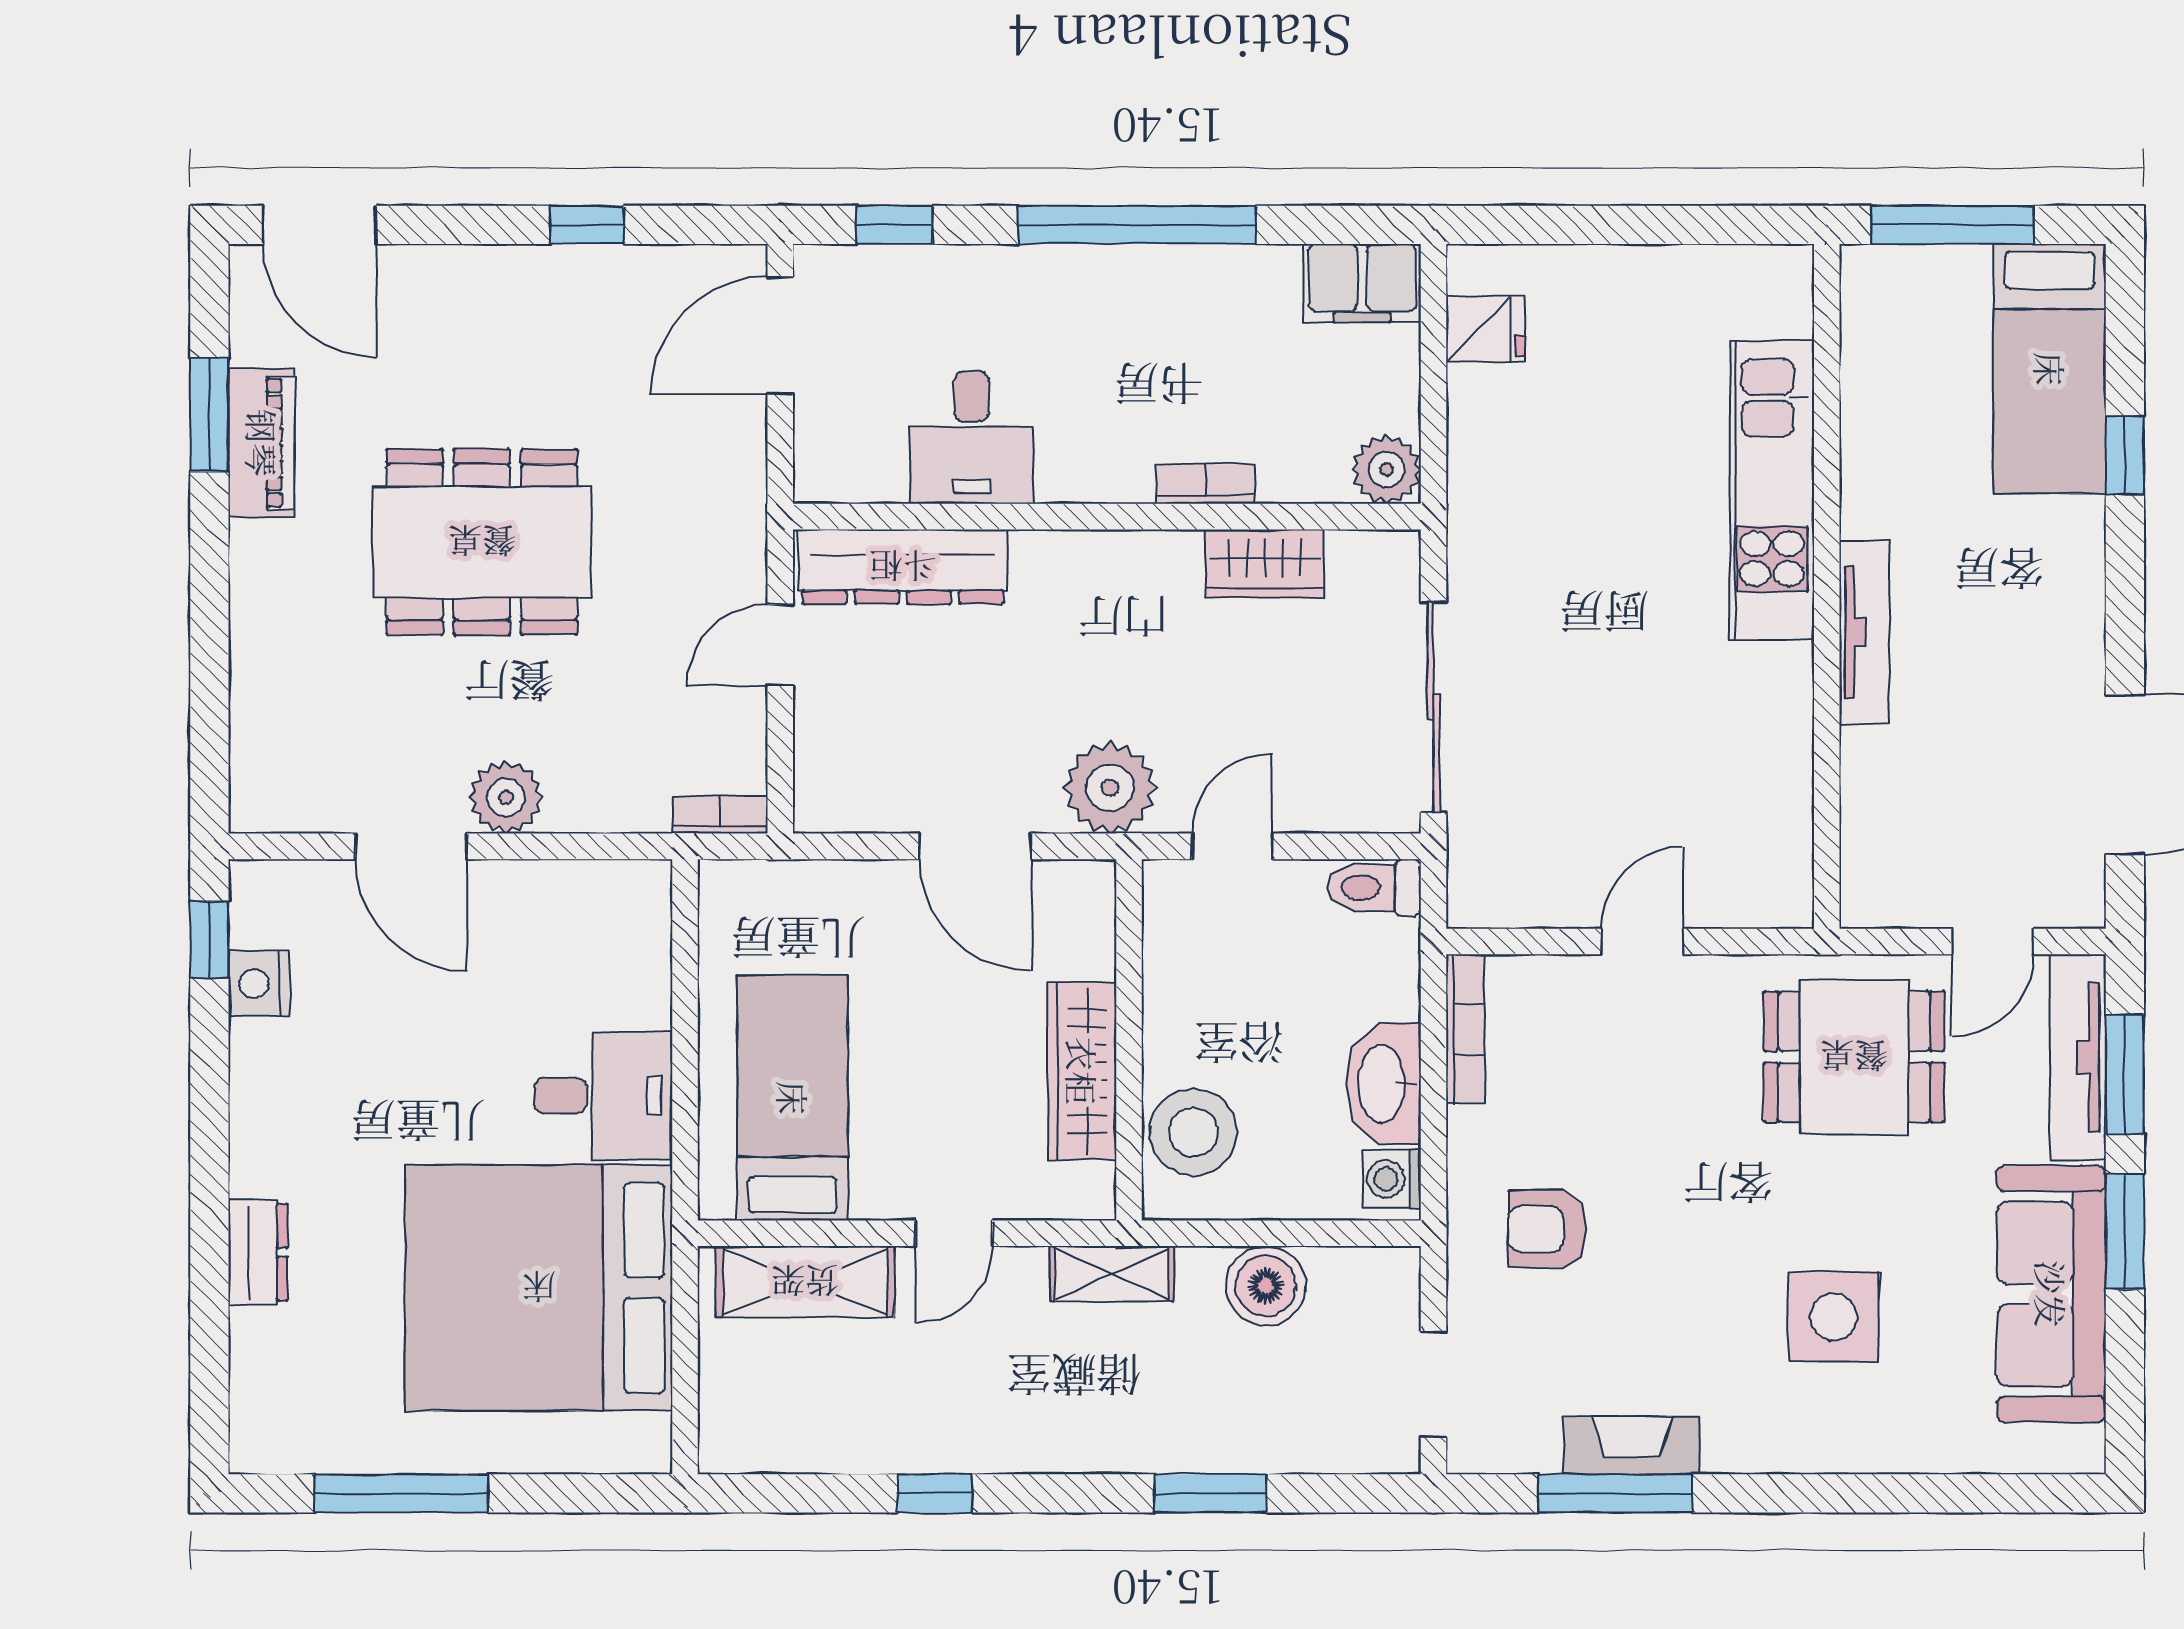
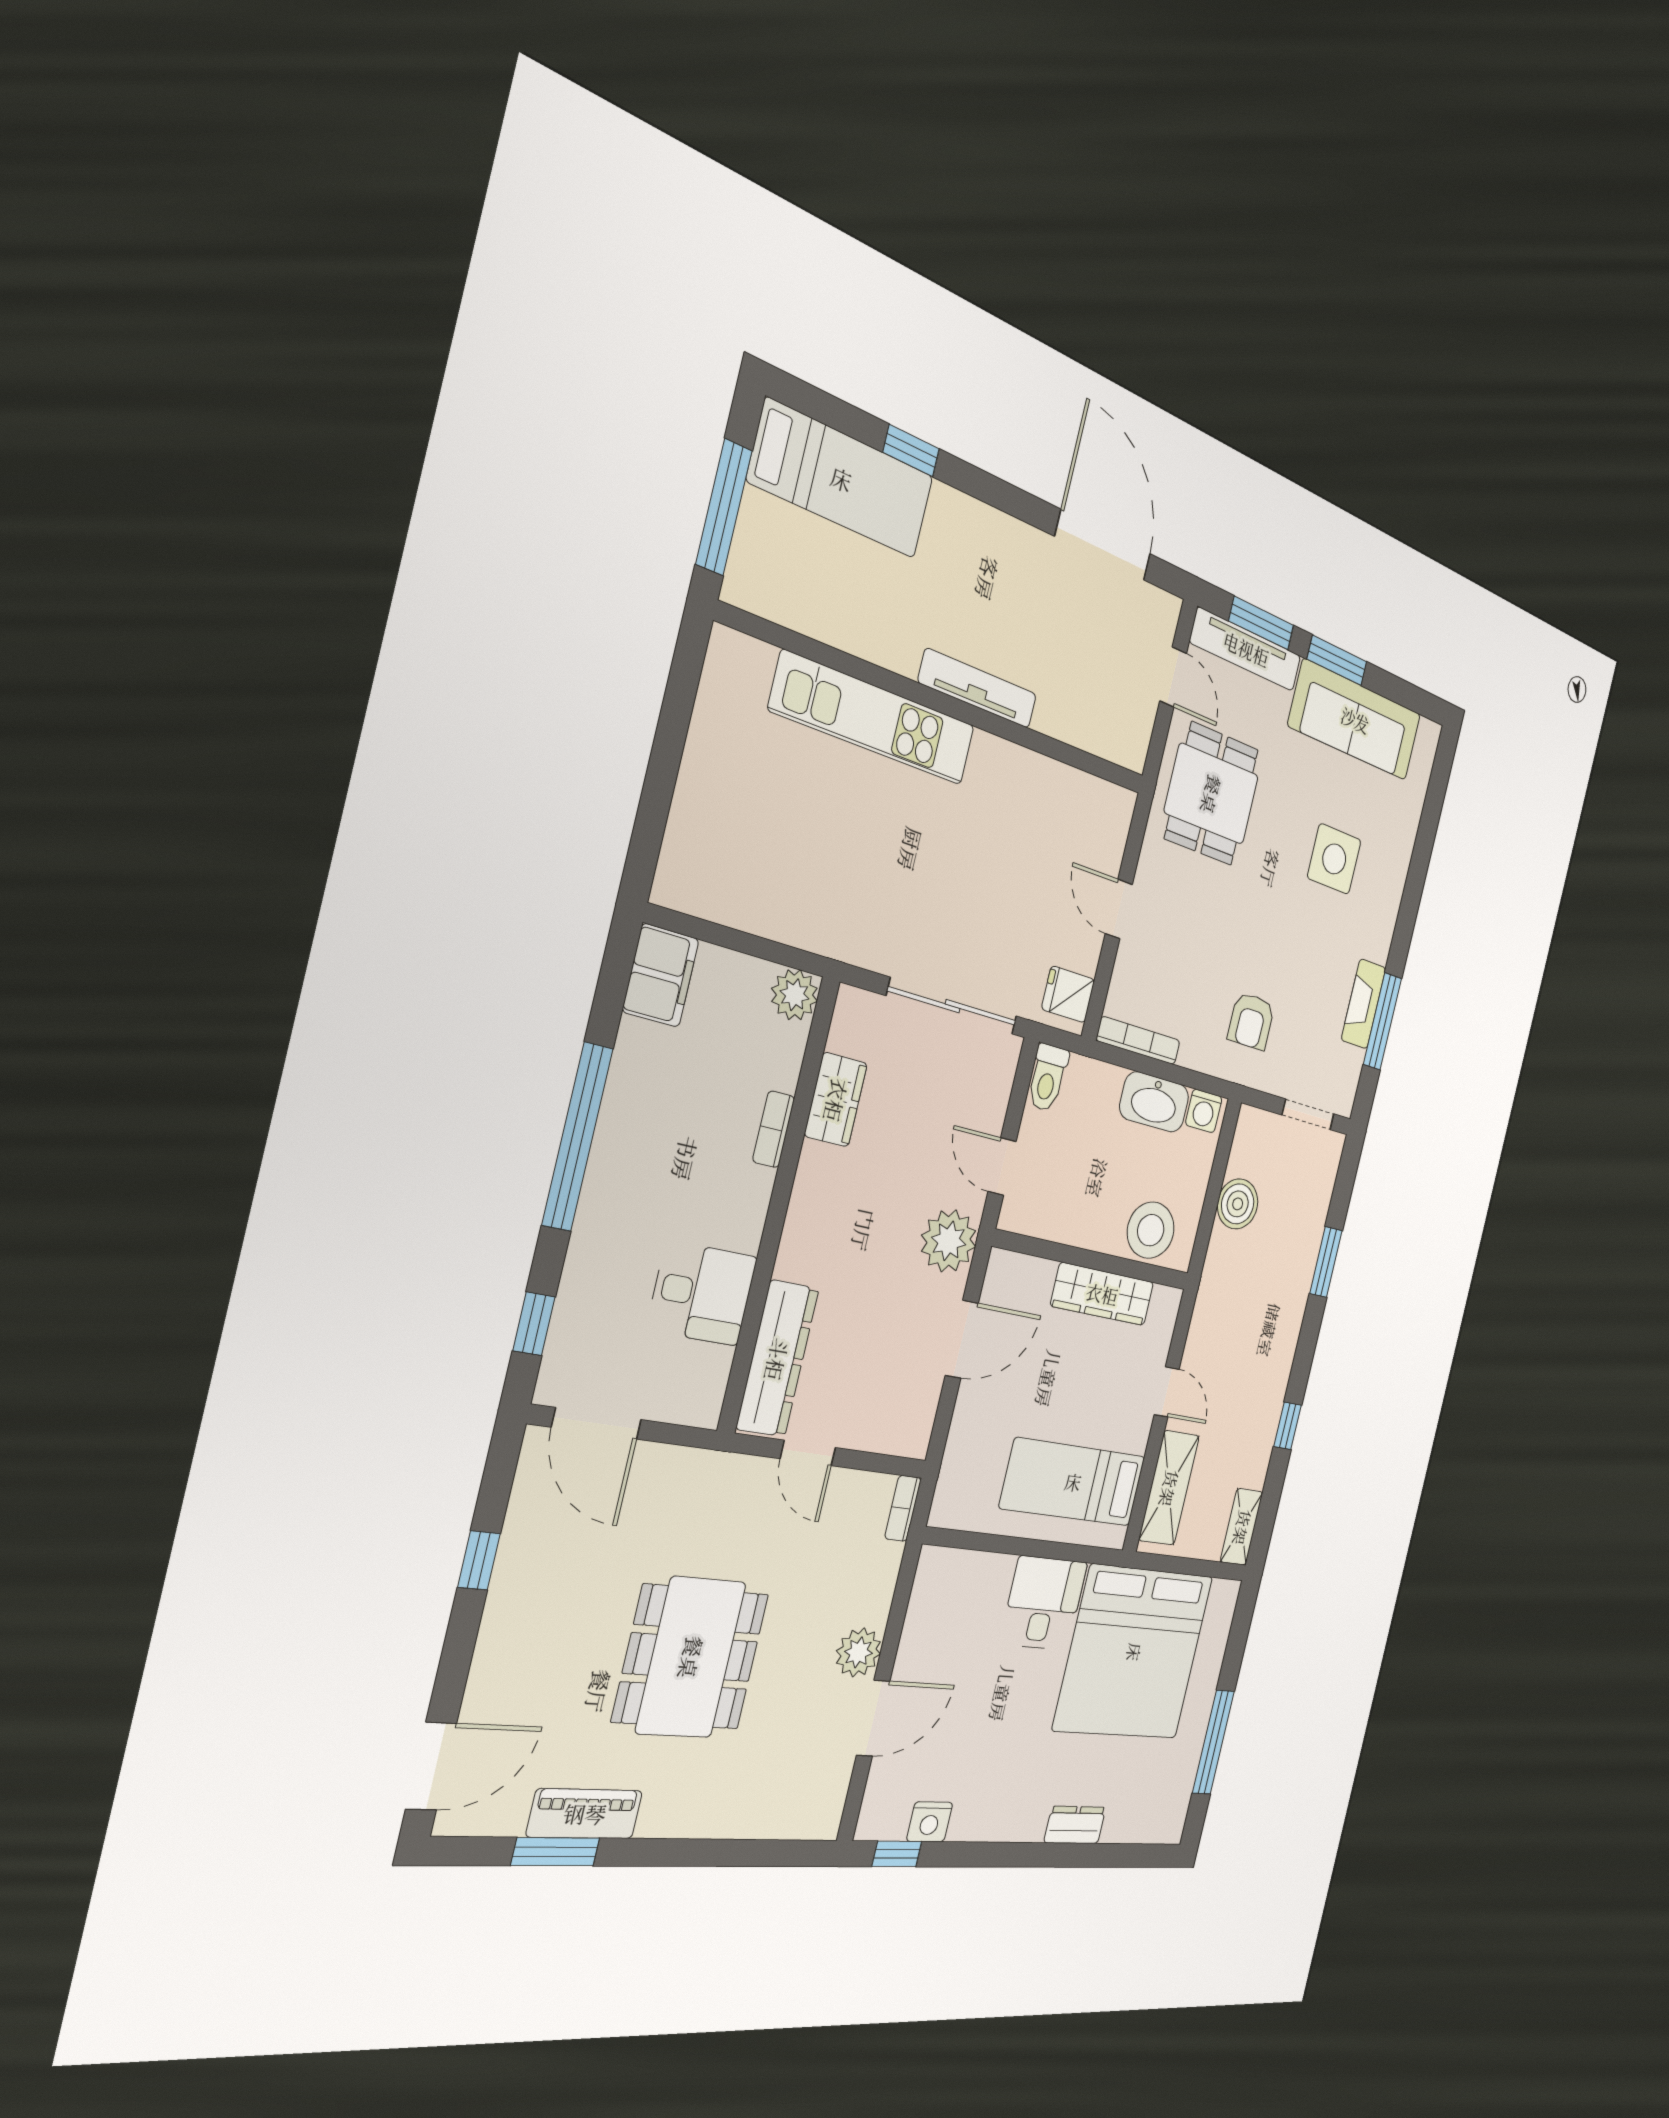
fridge: (1485, 329) -> (1068, 994), moved, turned -90
shelving: (1112, 1274) -> (1242, 1527), moved

